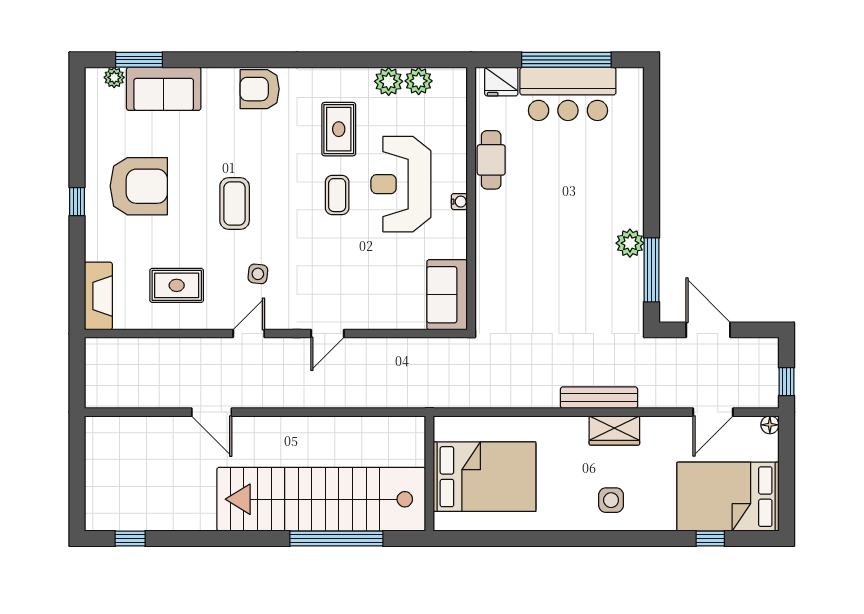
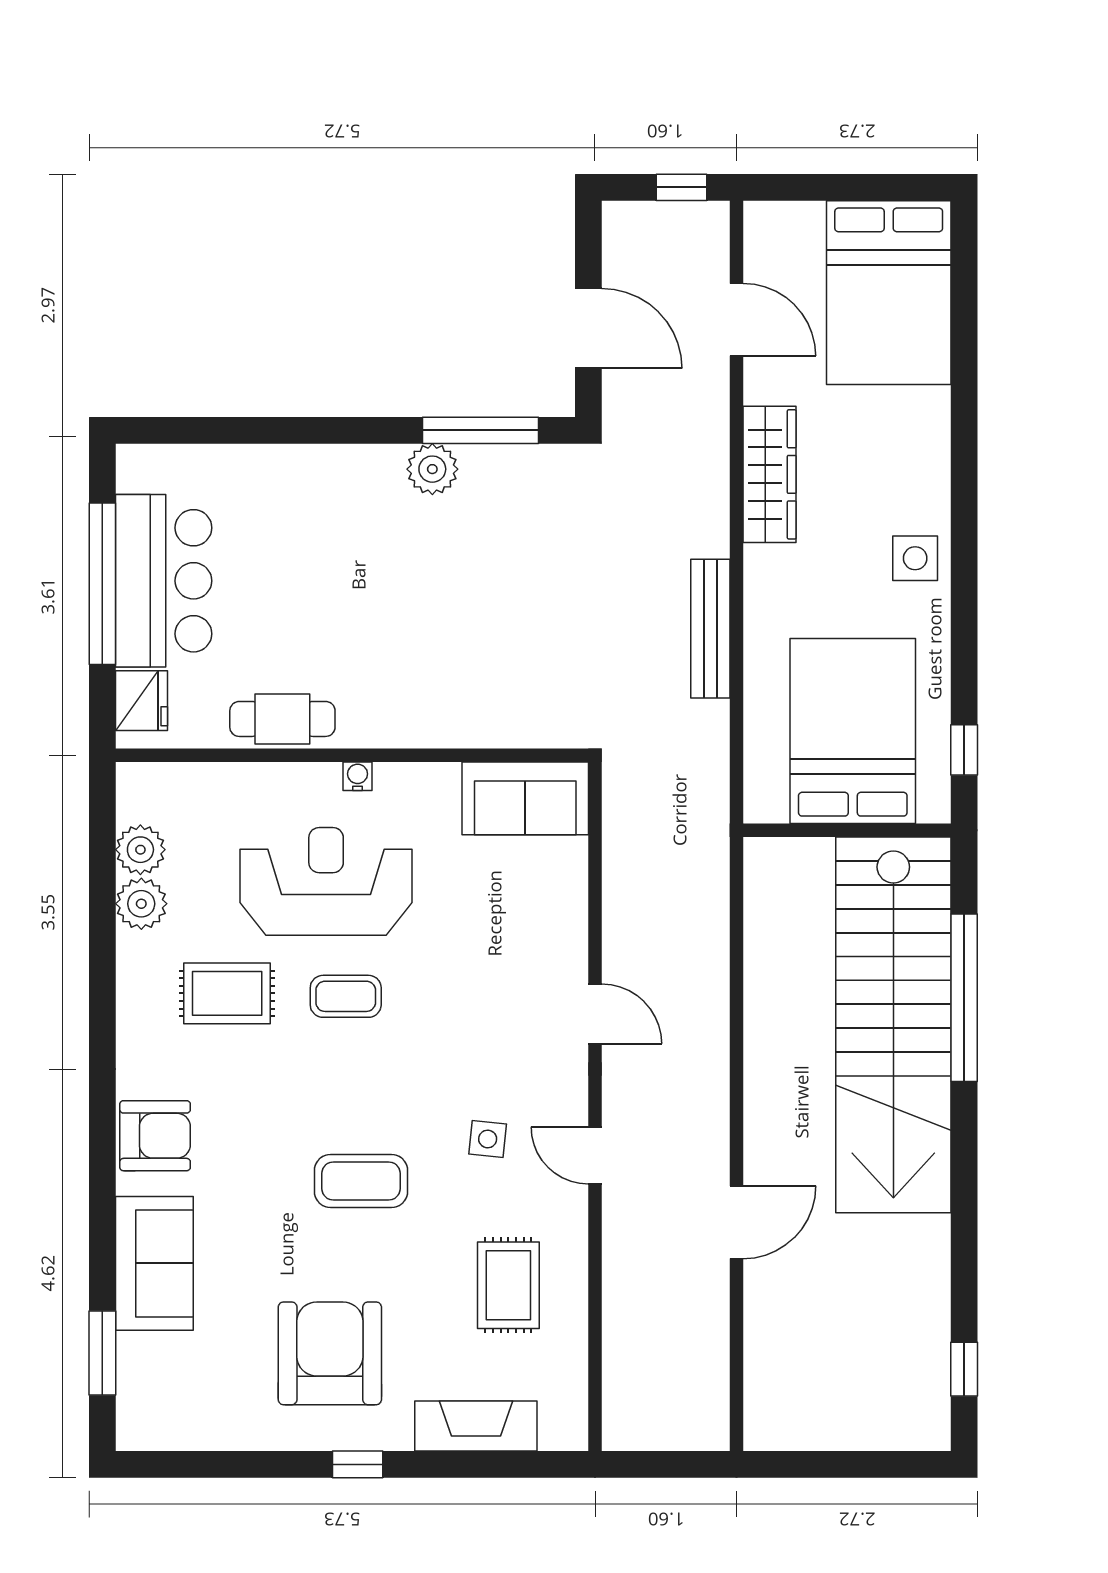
plant: (114, 77) -> (134, 1398), removed
sofa: (164, 89) -> (154, 1263), moved
armchair: (260, 89) -> (155, 1136), turned -90
reception desk: (401, 184) -> (326, 881), turned 180
fireplace: (98, 296) -> (476, 1426), moved
door: (708, 330) -> (588, 328), swing flipped
bench: (599, 398) -> (710, 629), moved
floor lamp: (770, 425) -> (759, 217), removed
wardrobe: (614, 430) -> (770, 474), width x1.50
side table: (611, 500) -> (915, 558), moved
window: (710, 539) -> (964, 750), moved

